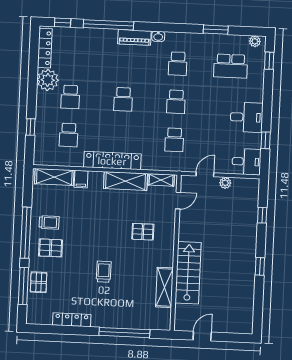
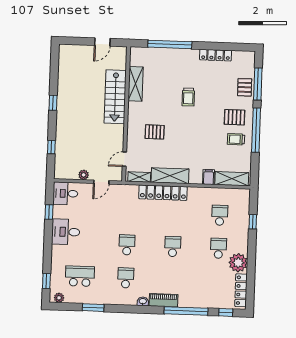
school desk: (174, 140) -> (128, 212), removed
locker: (112, 161) -> (163, 193), moved

